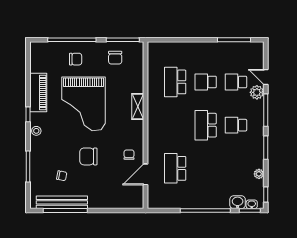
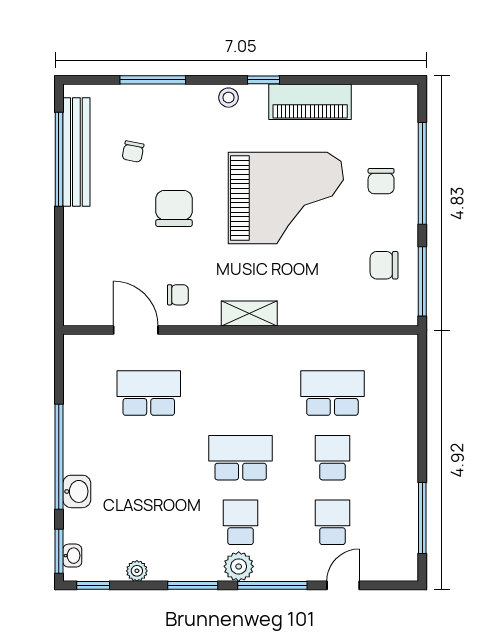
plant: (257, 92) -> (239, 566), moved
grand piano: (84, 104) -> (286, 198), turned 180
shelving: (138, 106) -> (249, 313), moved
washbasin: (238, 202) -> (77, 491), moved

